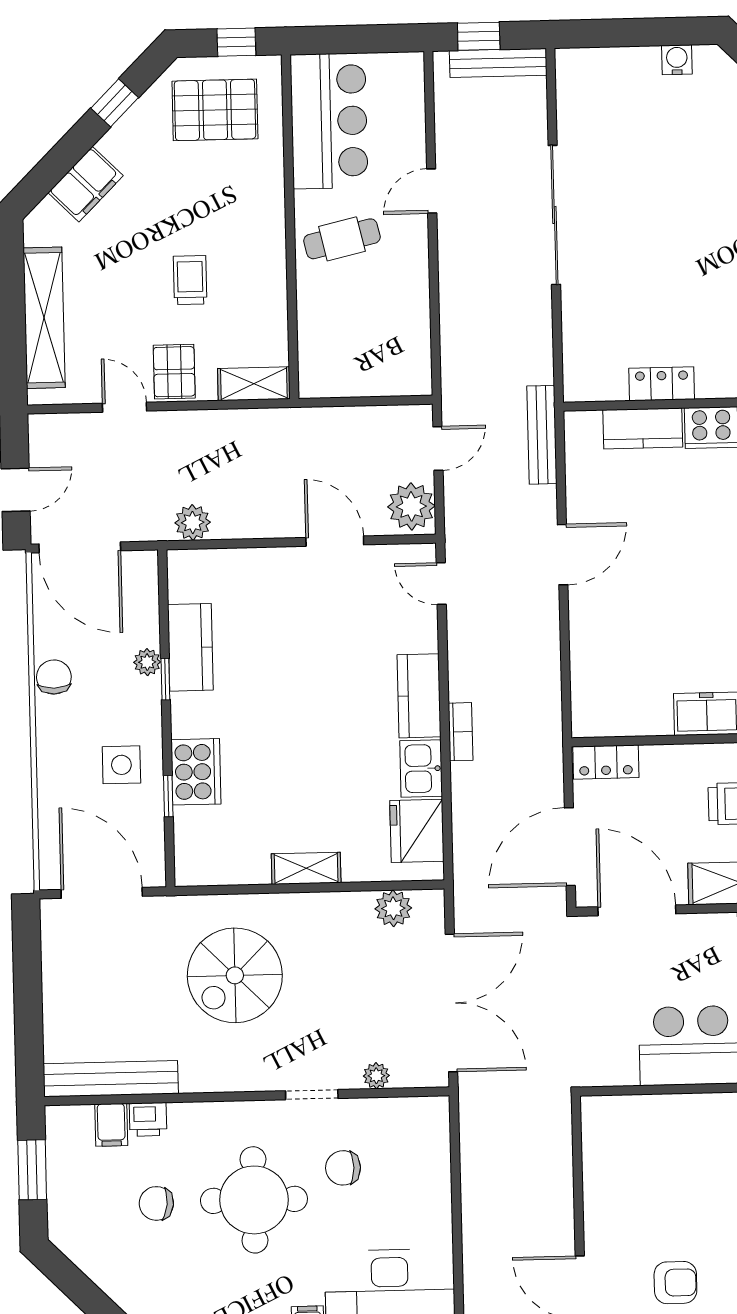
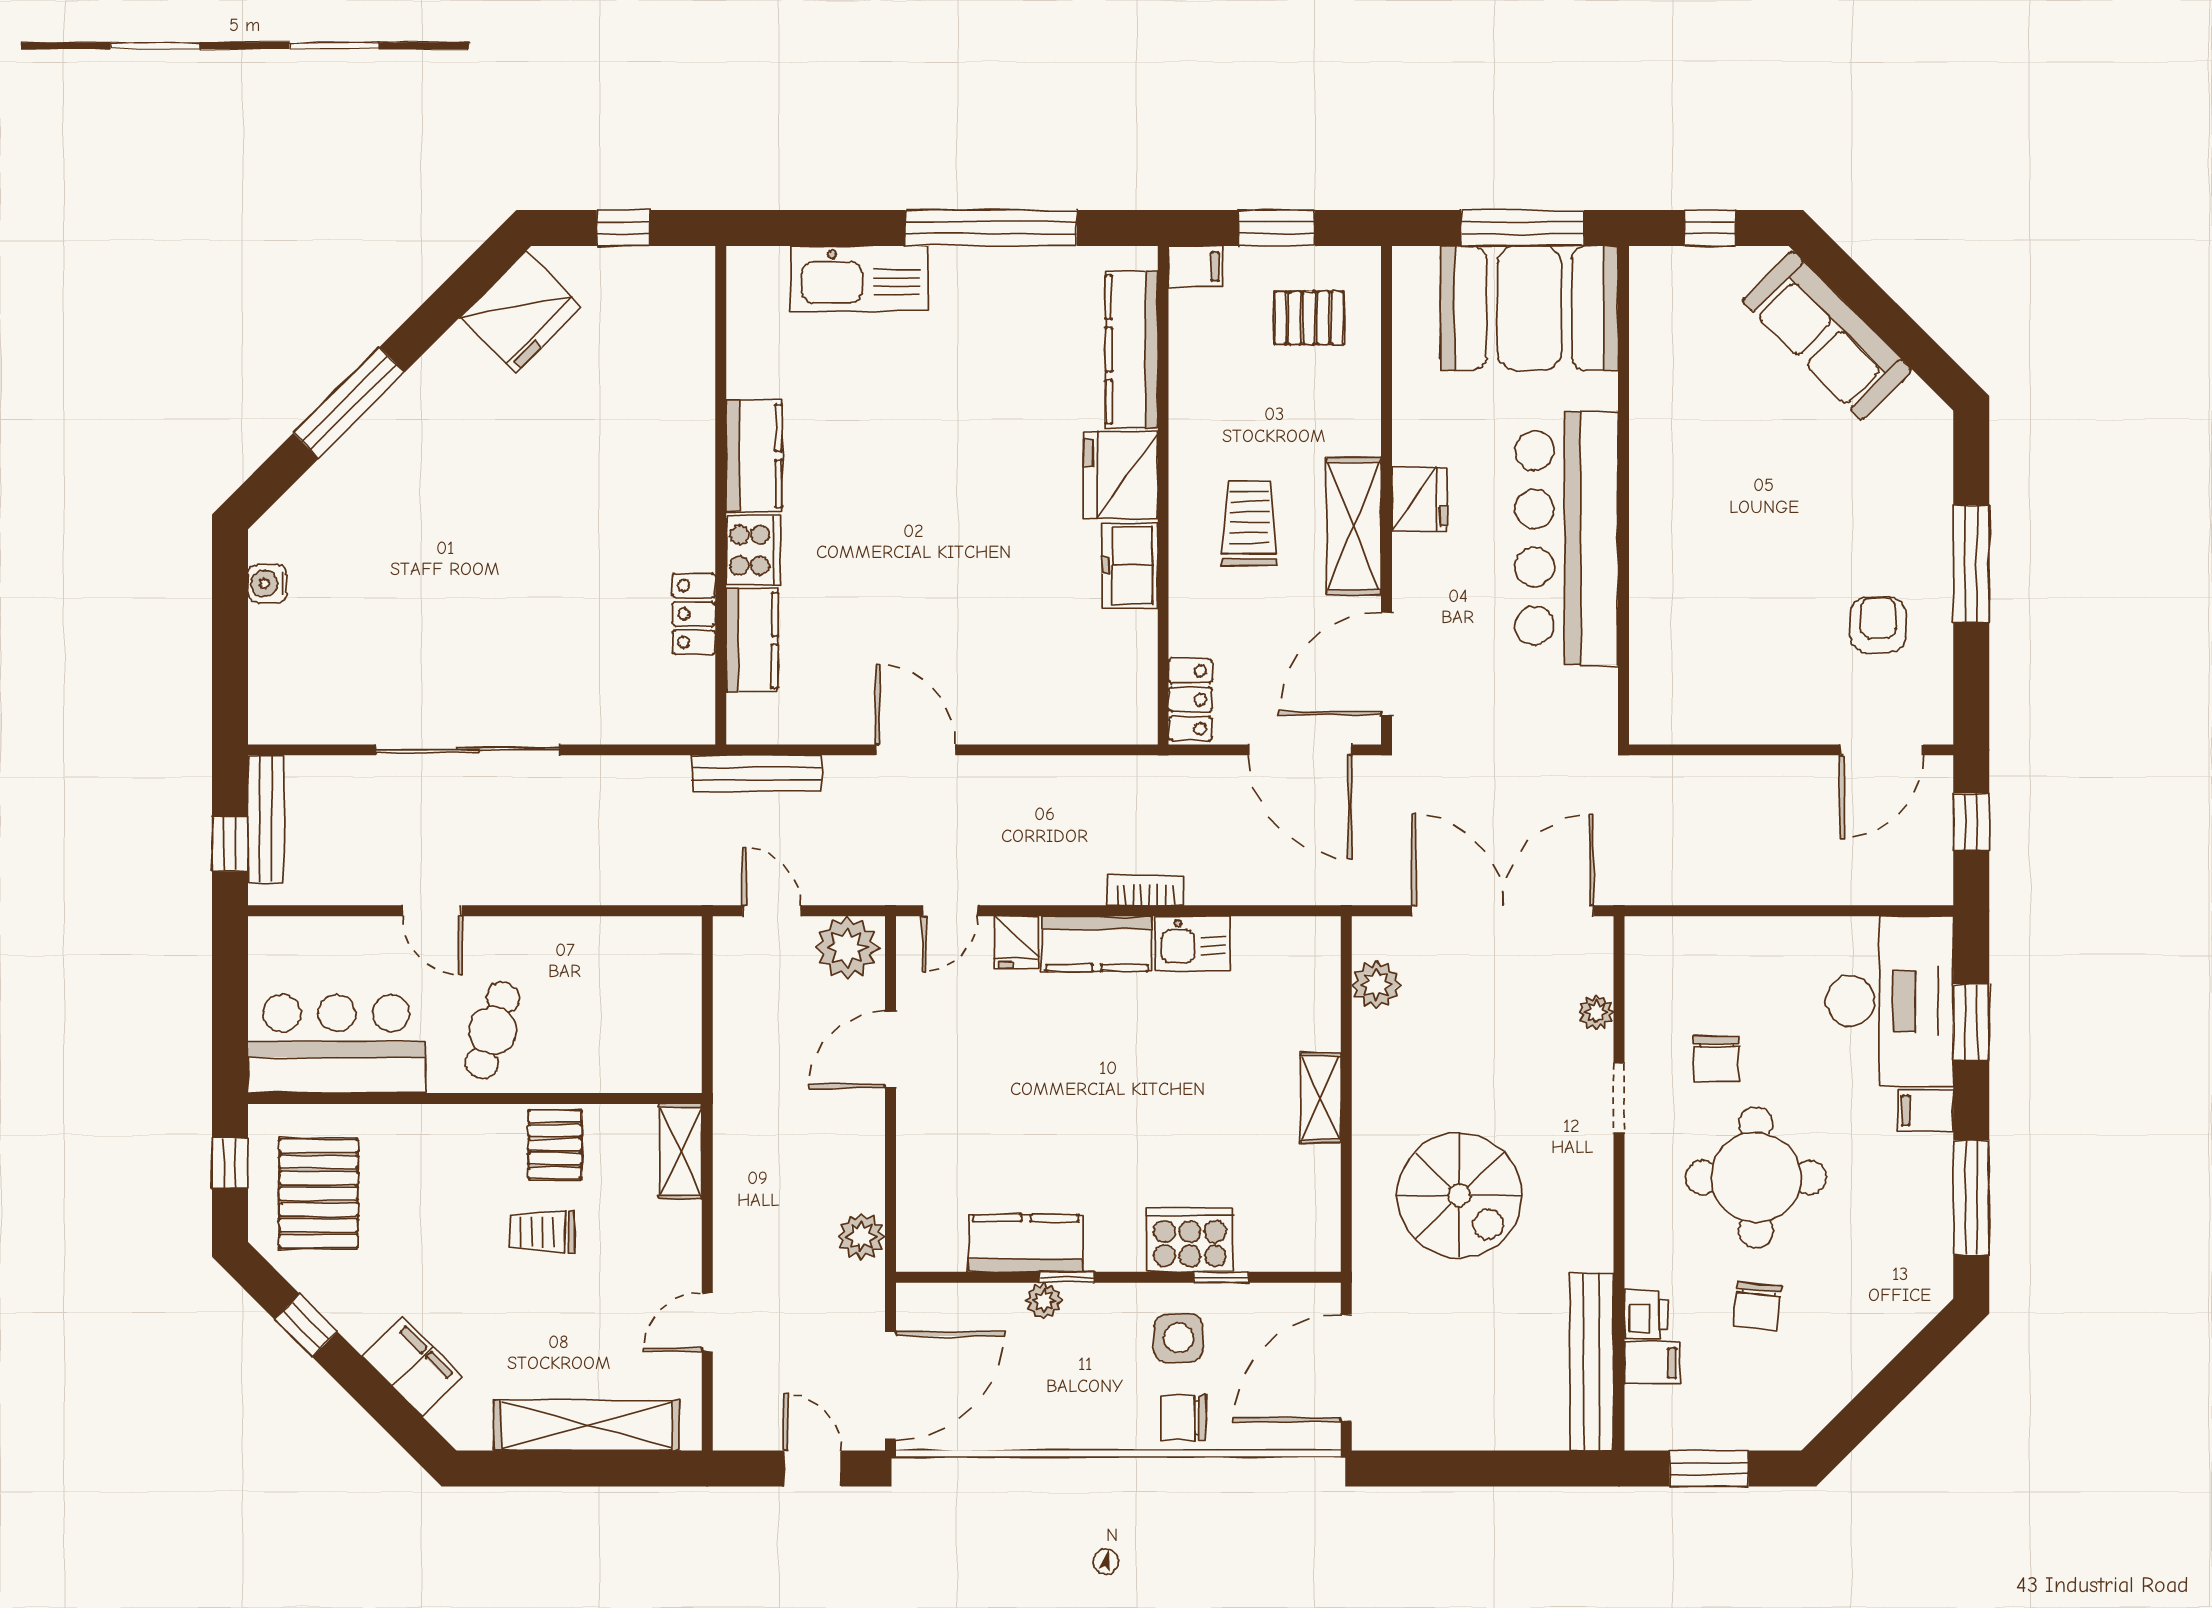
cafe table: (342, 239) -> (492, 1030), turned 31
pallet: (174, 372) -> (555, 1145), moved, turned 90
chair: (54, 677) -> (1183, 1418), moved
fridge: (417, 831) -> (1017, 942), moved, width x0.53, depth x0.75

